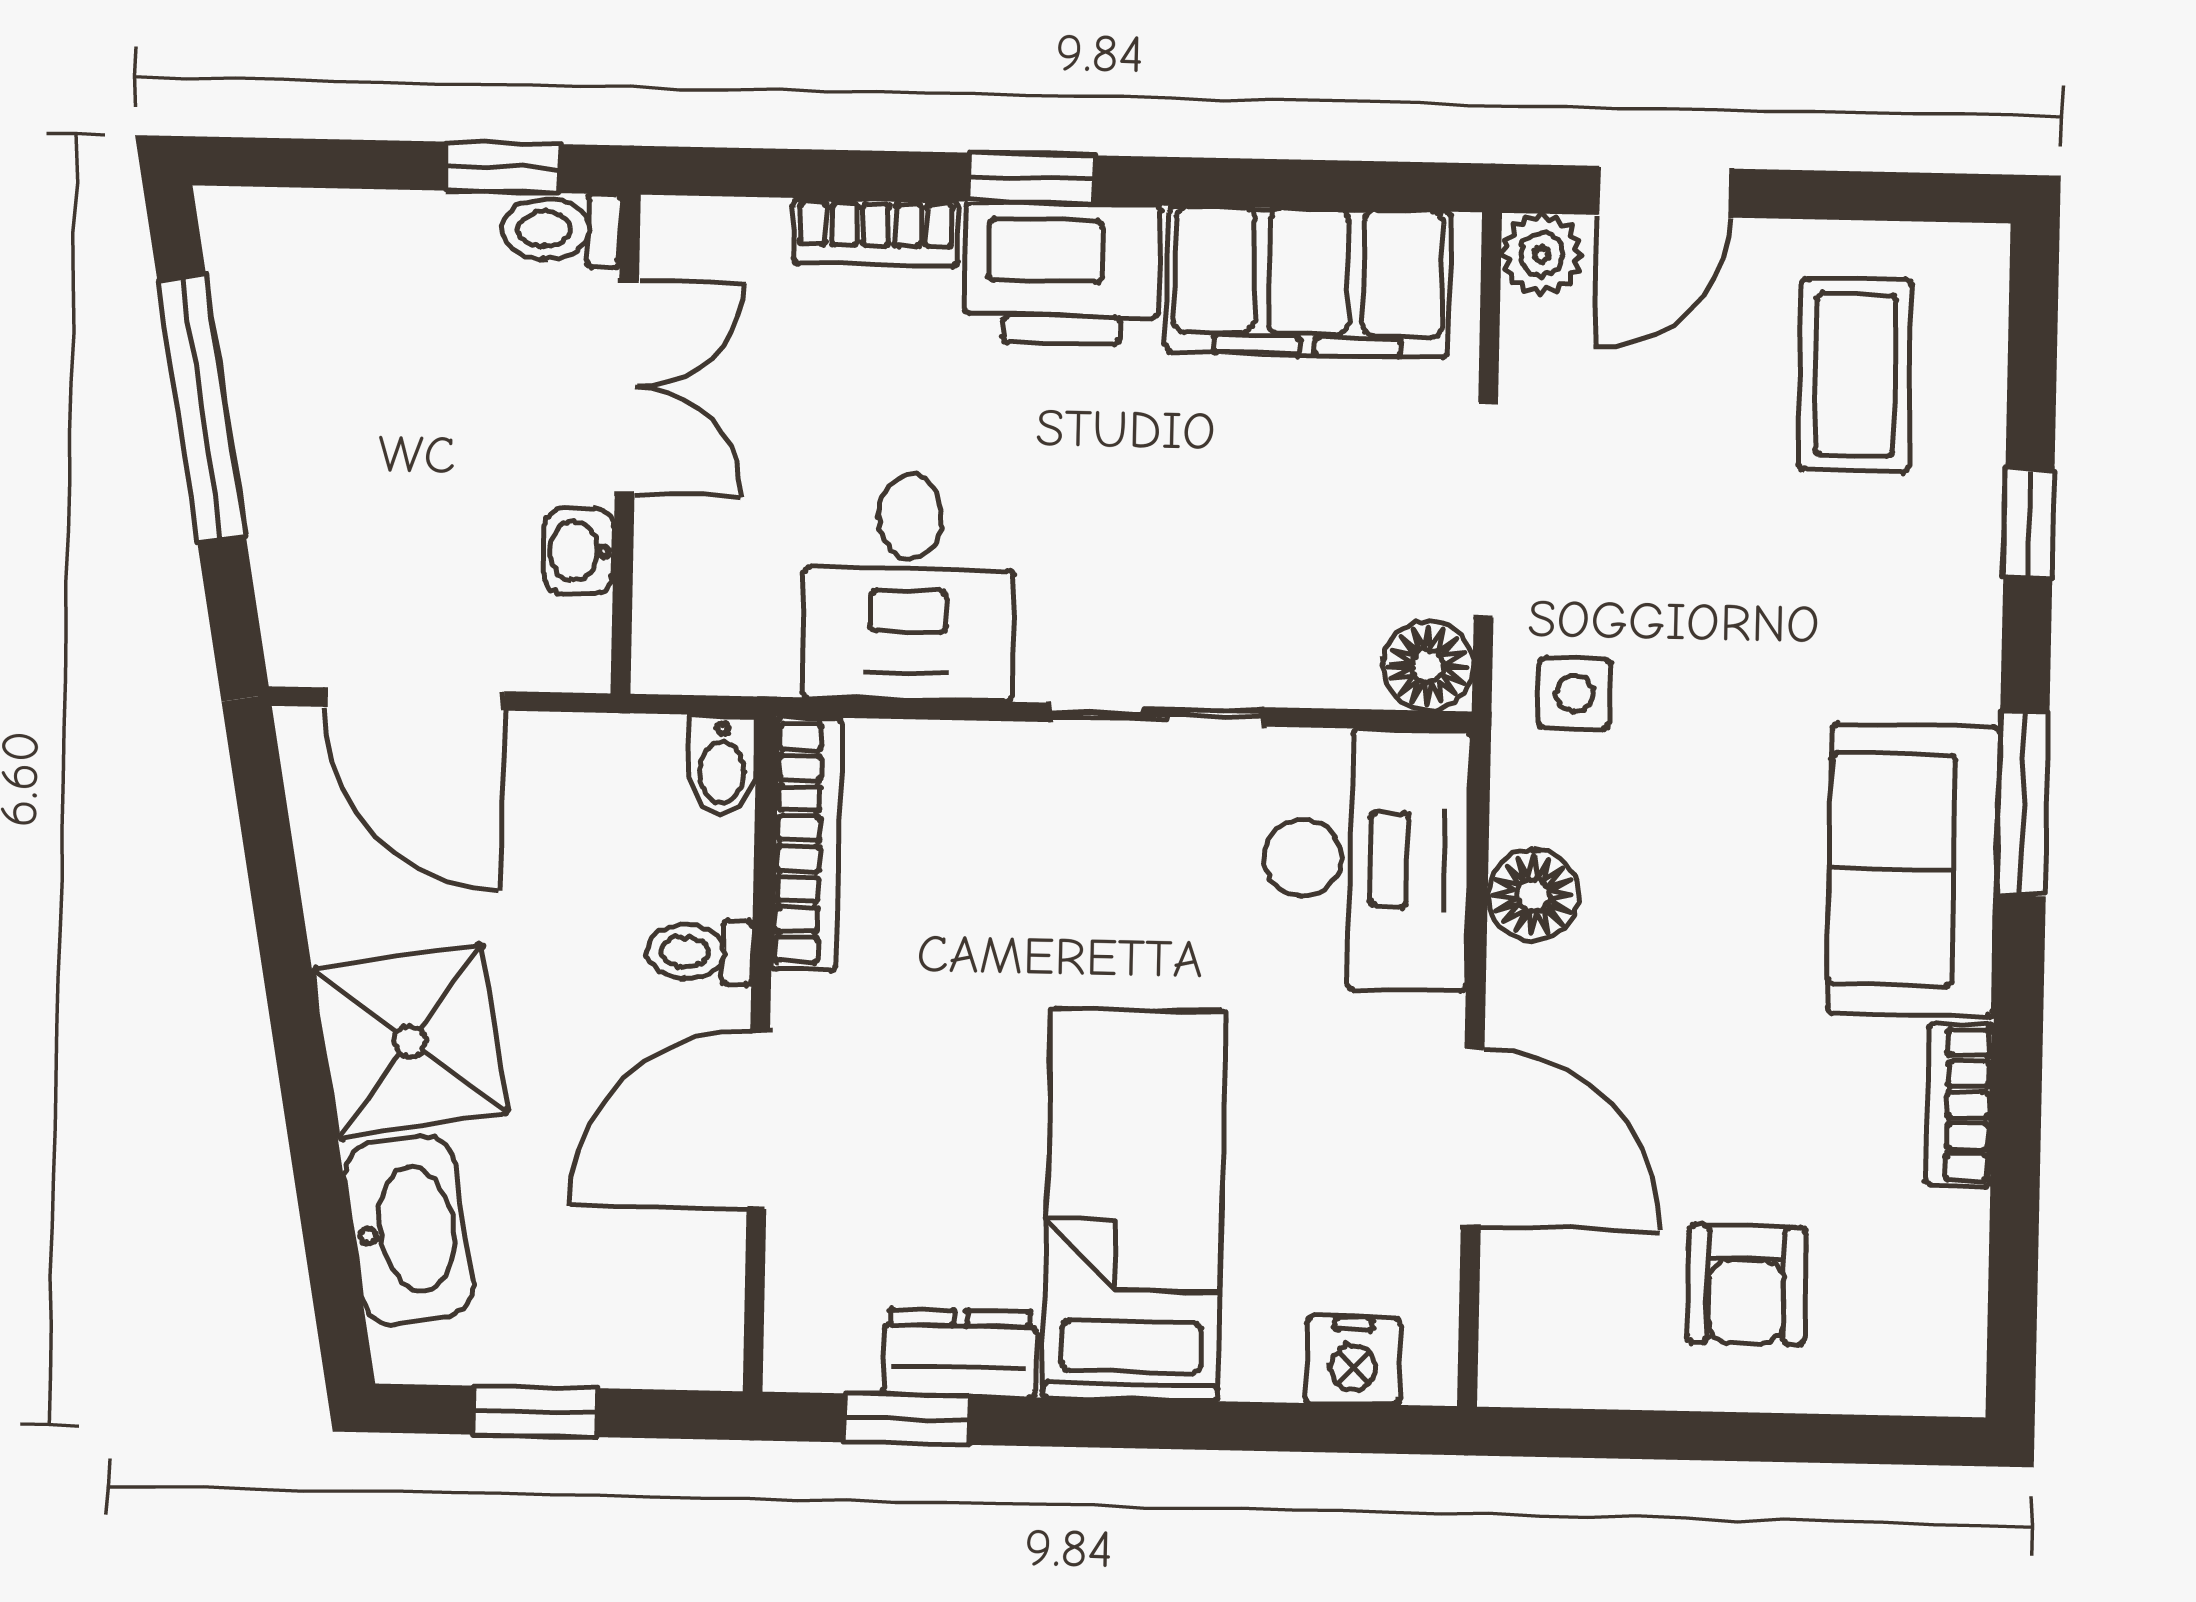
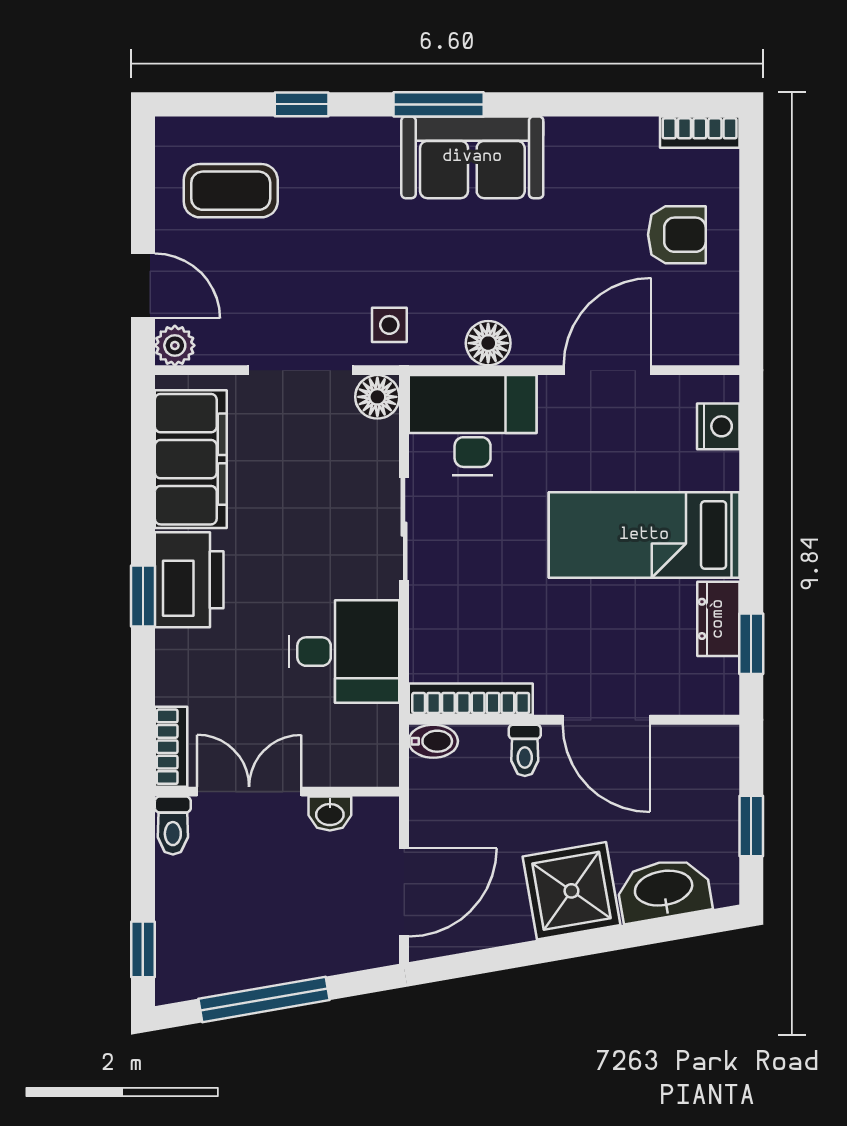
window: (503, 167) -> (143, 949), moved
bookcase: (876, 232) -> (171, 747), moved
bookcase: (1960, 1105) -> (700, 132), moved

